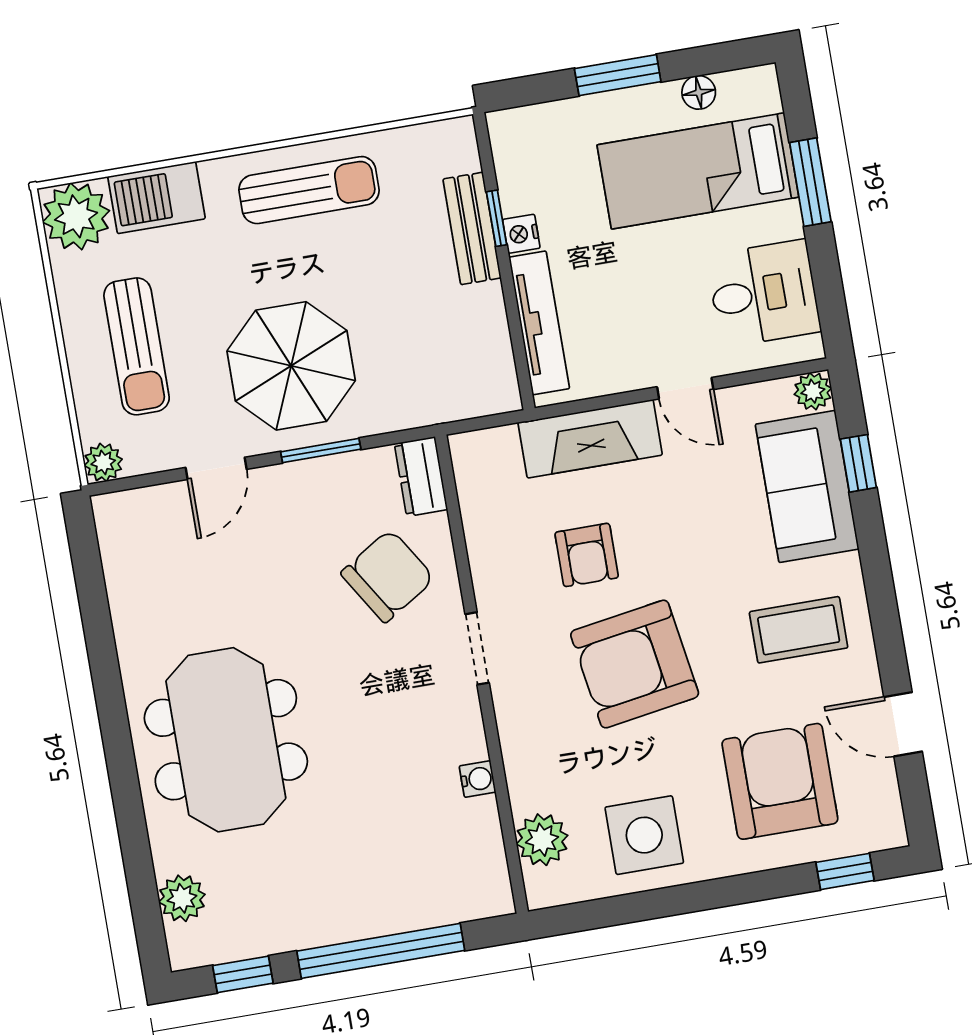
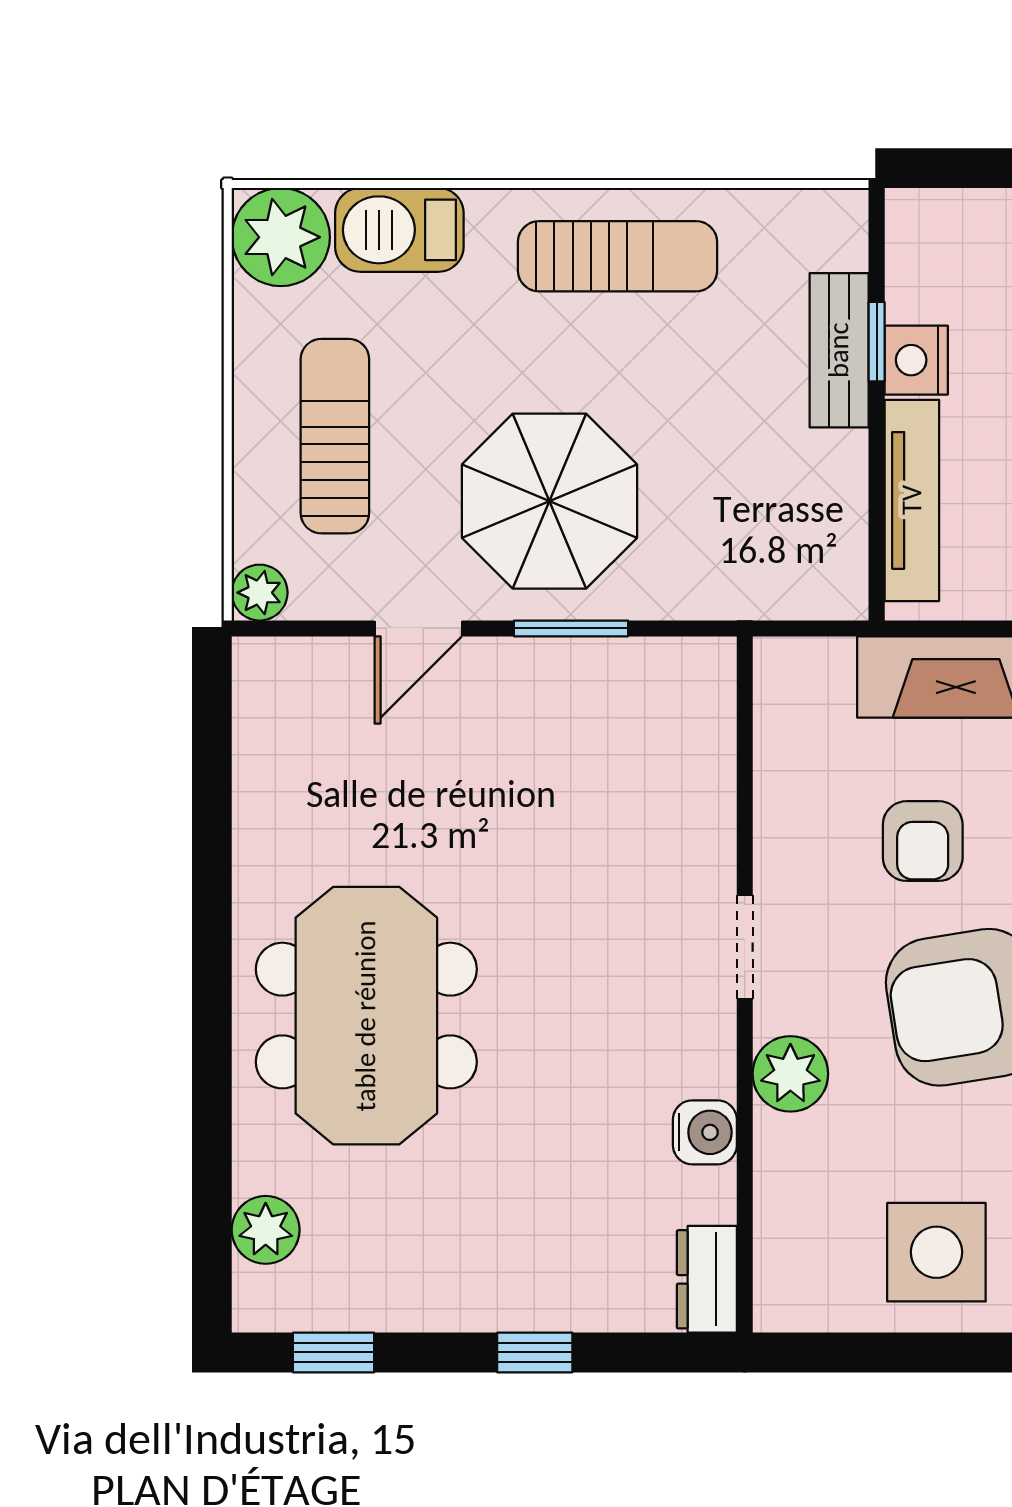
nightstand: (521, 234) -> (916, 360), width x1.39, depth x1.35
sun lounger: (137, 346) -> (335, 436), turned 180
dresser: (421, 477) -> (707, 1279), moved
chair: (388, 576) -> (635, 823), removed
water cooler: (478, 779) -> (705, 1132), width x1.38, depth x1.38
plant: (542, 840) -> (790, 1074), moved
window: (381, 951) -> (535, 1352), width x0.32

